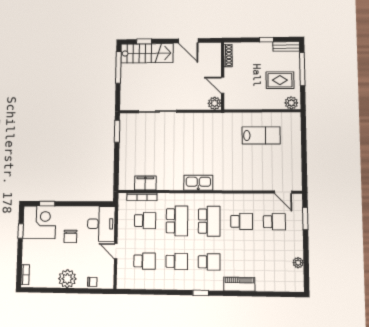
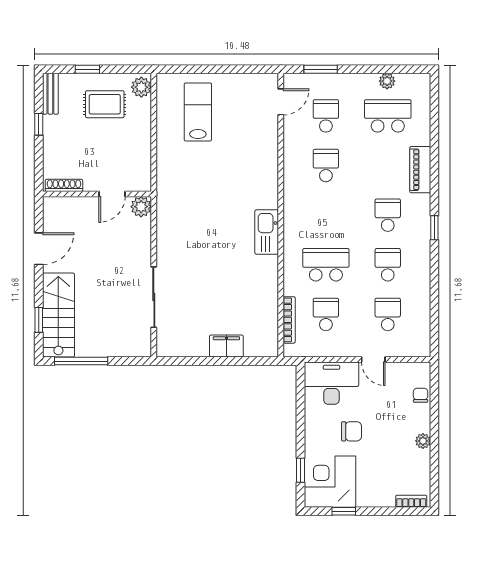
window: (302, 69) -> (87, 69), width x0.46
rug: (280, 80) -> (105, 104), turned 90
window: (117, 131) -> (185, 361), removed
lab bench: (261, 135) -> (198, 112), moved
filing cabinet: (145, 183) -> (226, 346), moved, turned 90
school desk: (209, 221) -> (388, 116), moved
door: (116, 251) -> (373, 360), hinge flipped
plant: (67, 279) -> (423, 441), width x0.53, depth x0.53

